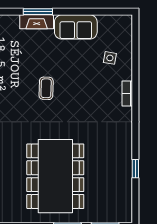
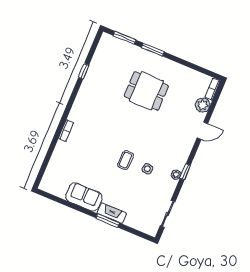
side table: (110, 58) -> (147, 169), moved
dining table: (55, 176) -> (146, 91), width x0.53, depth x0.80

